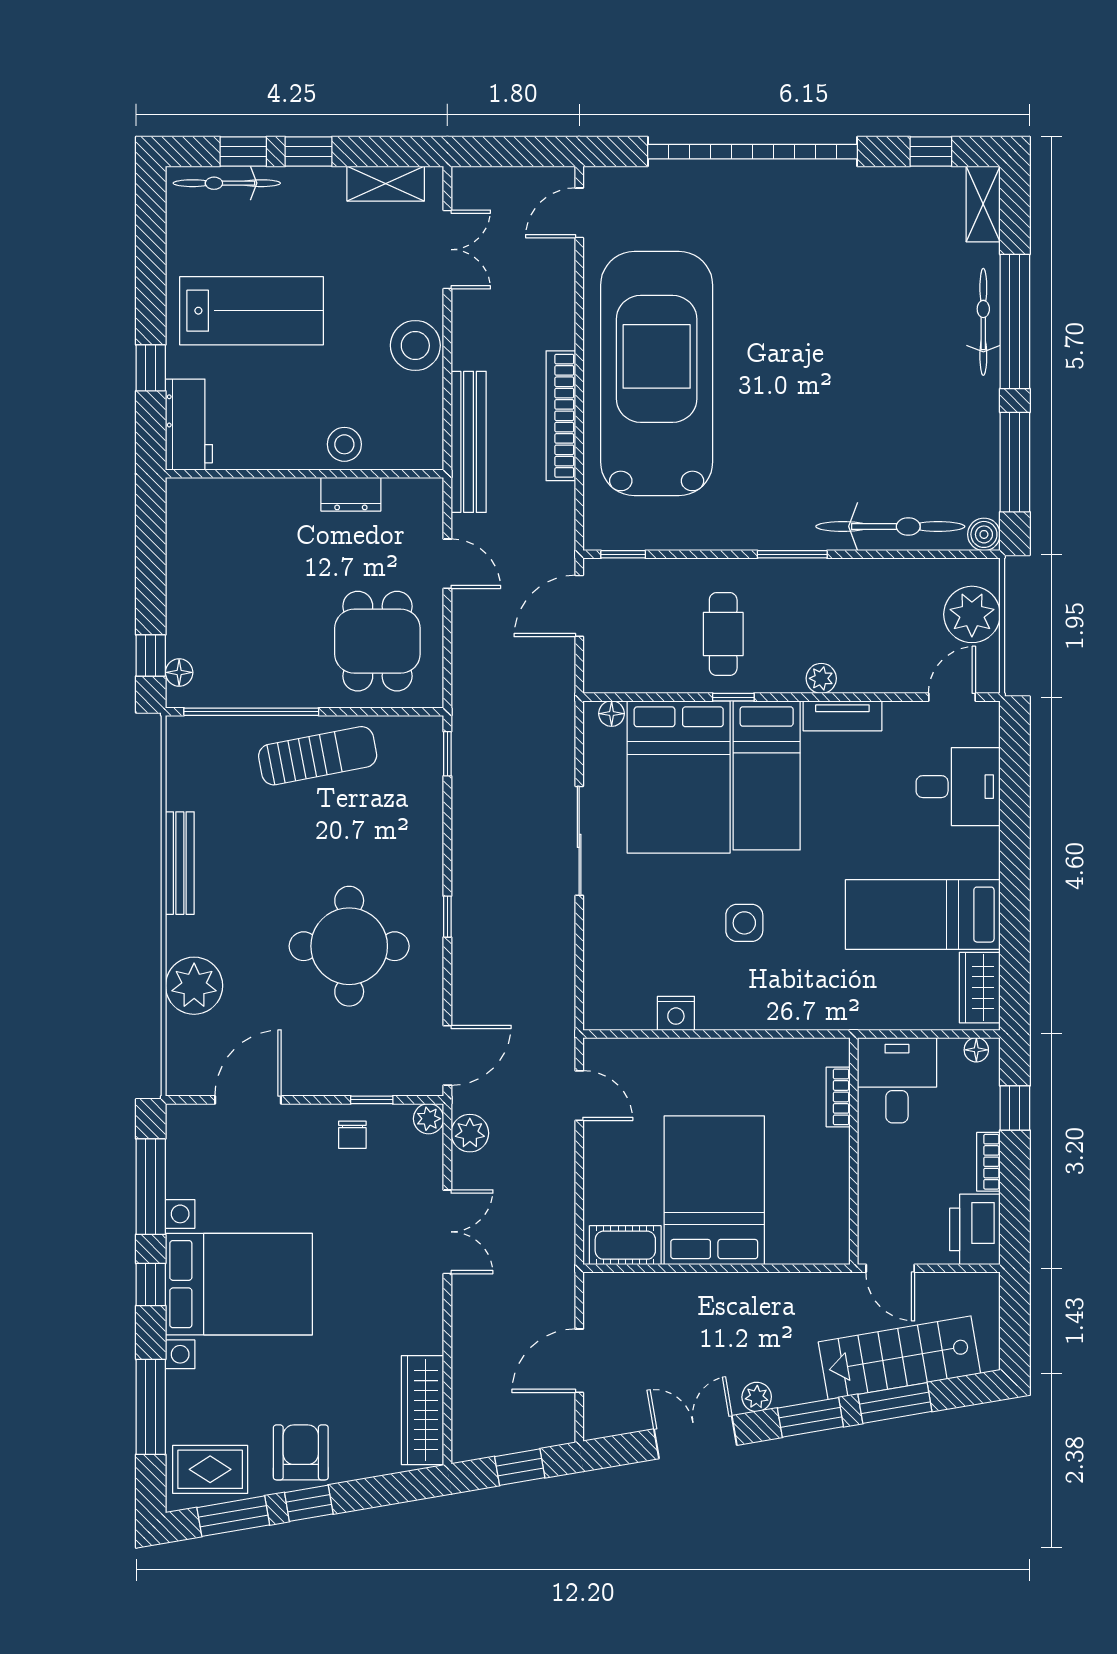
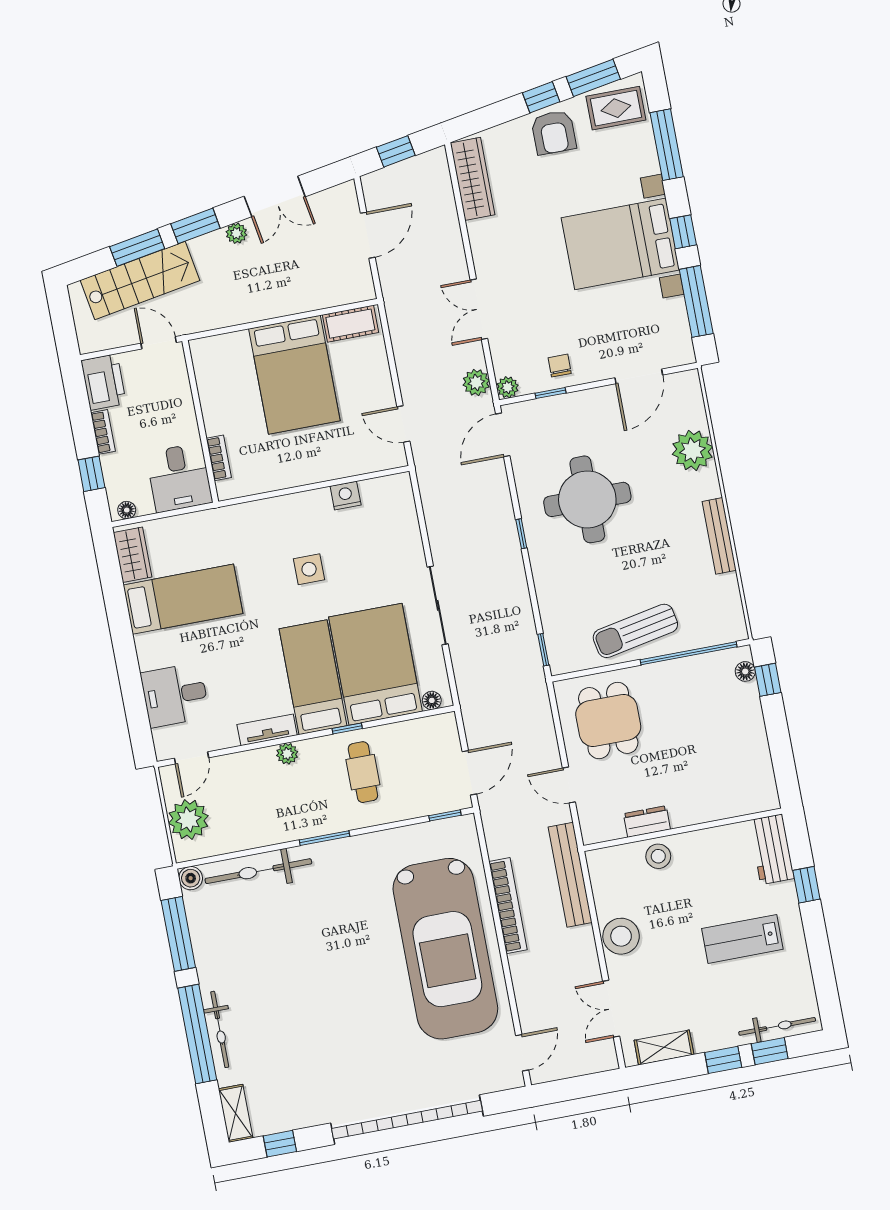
lab bench: (252, 311) -> (742, 939), width x0.73, depth x0.72

